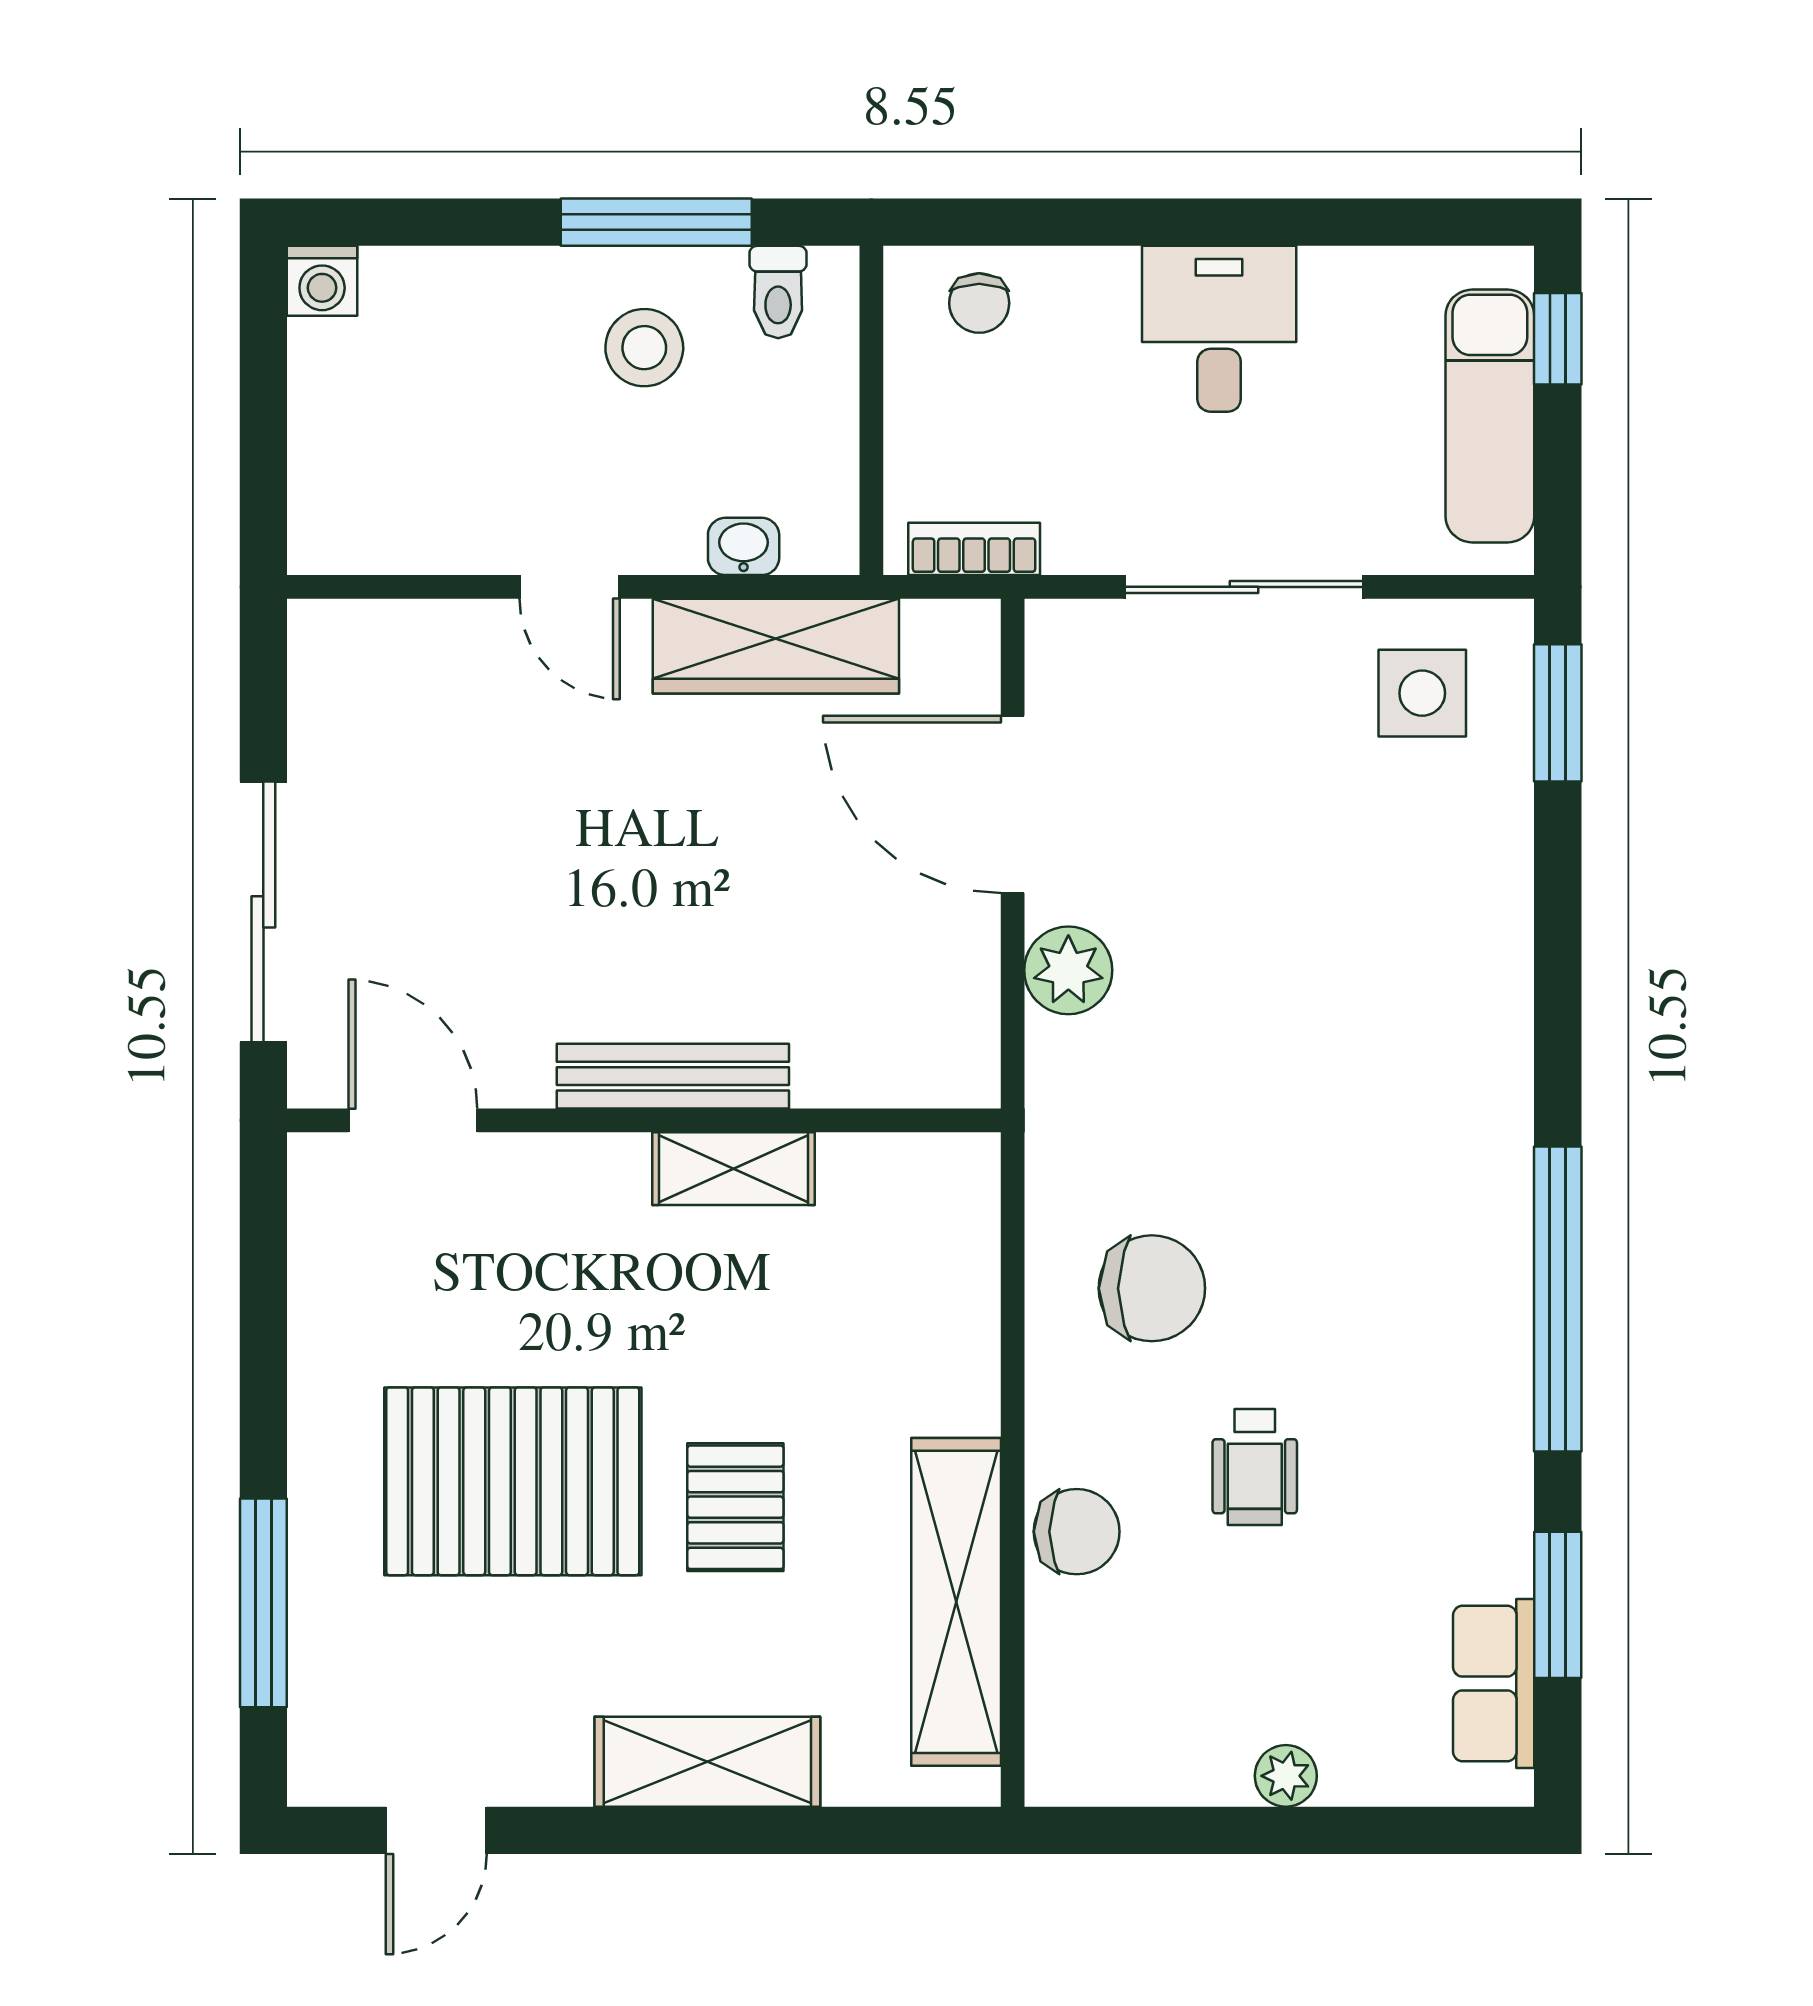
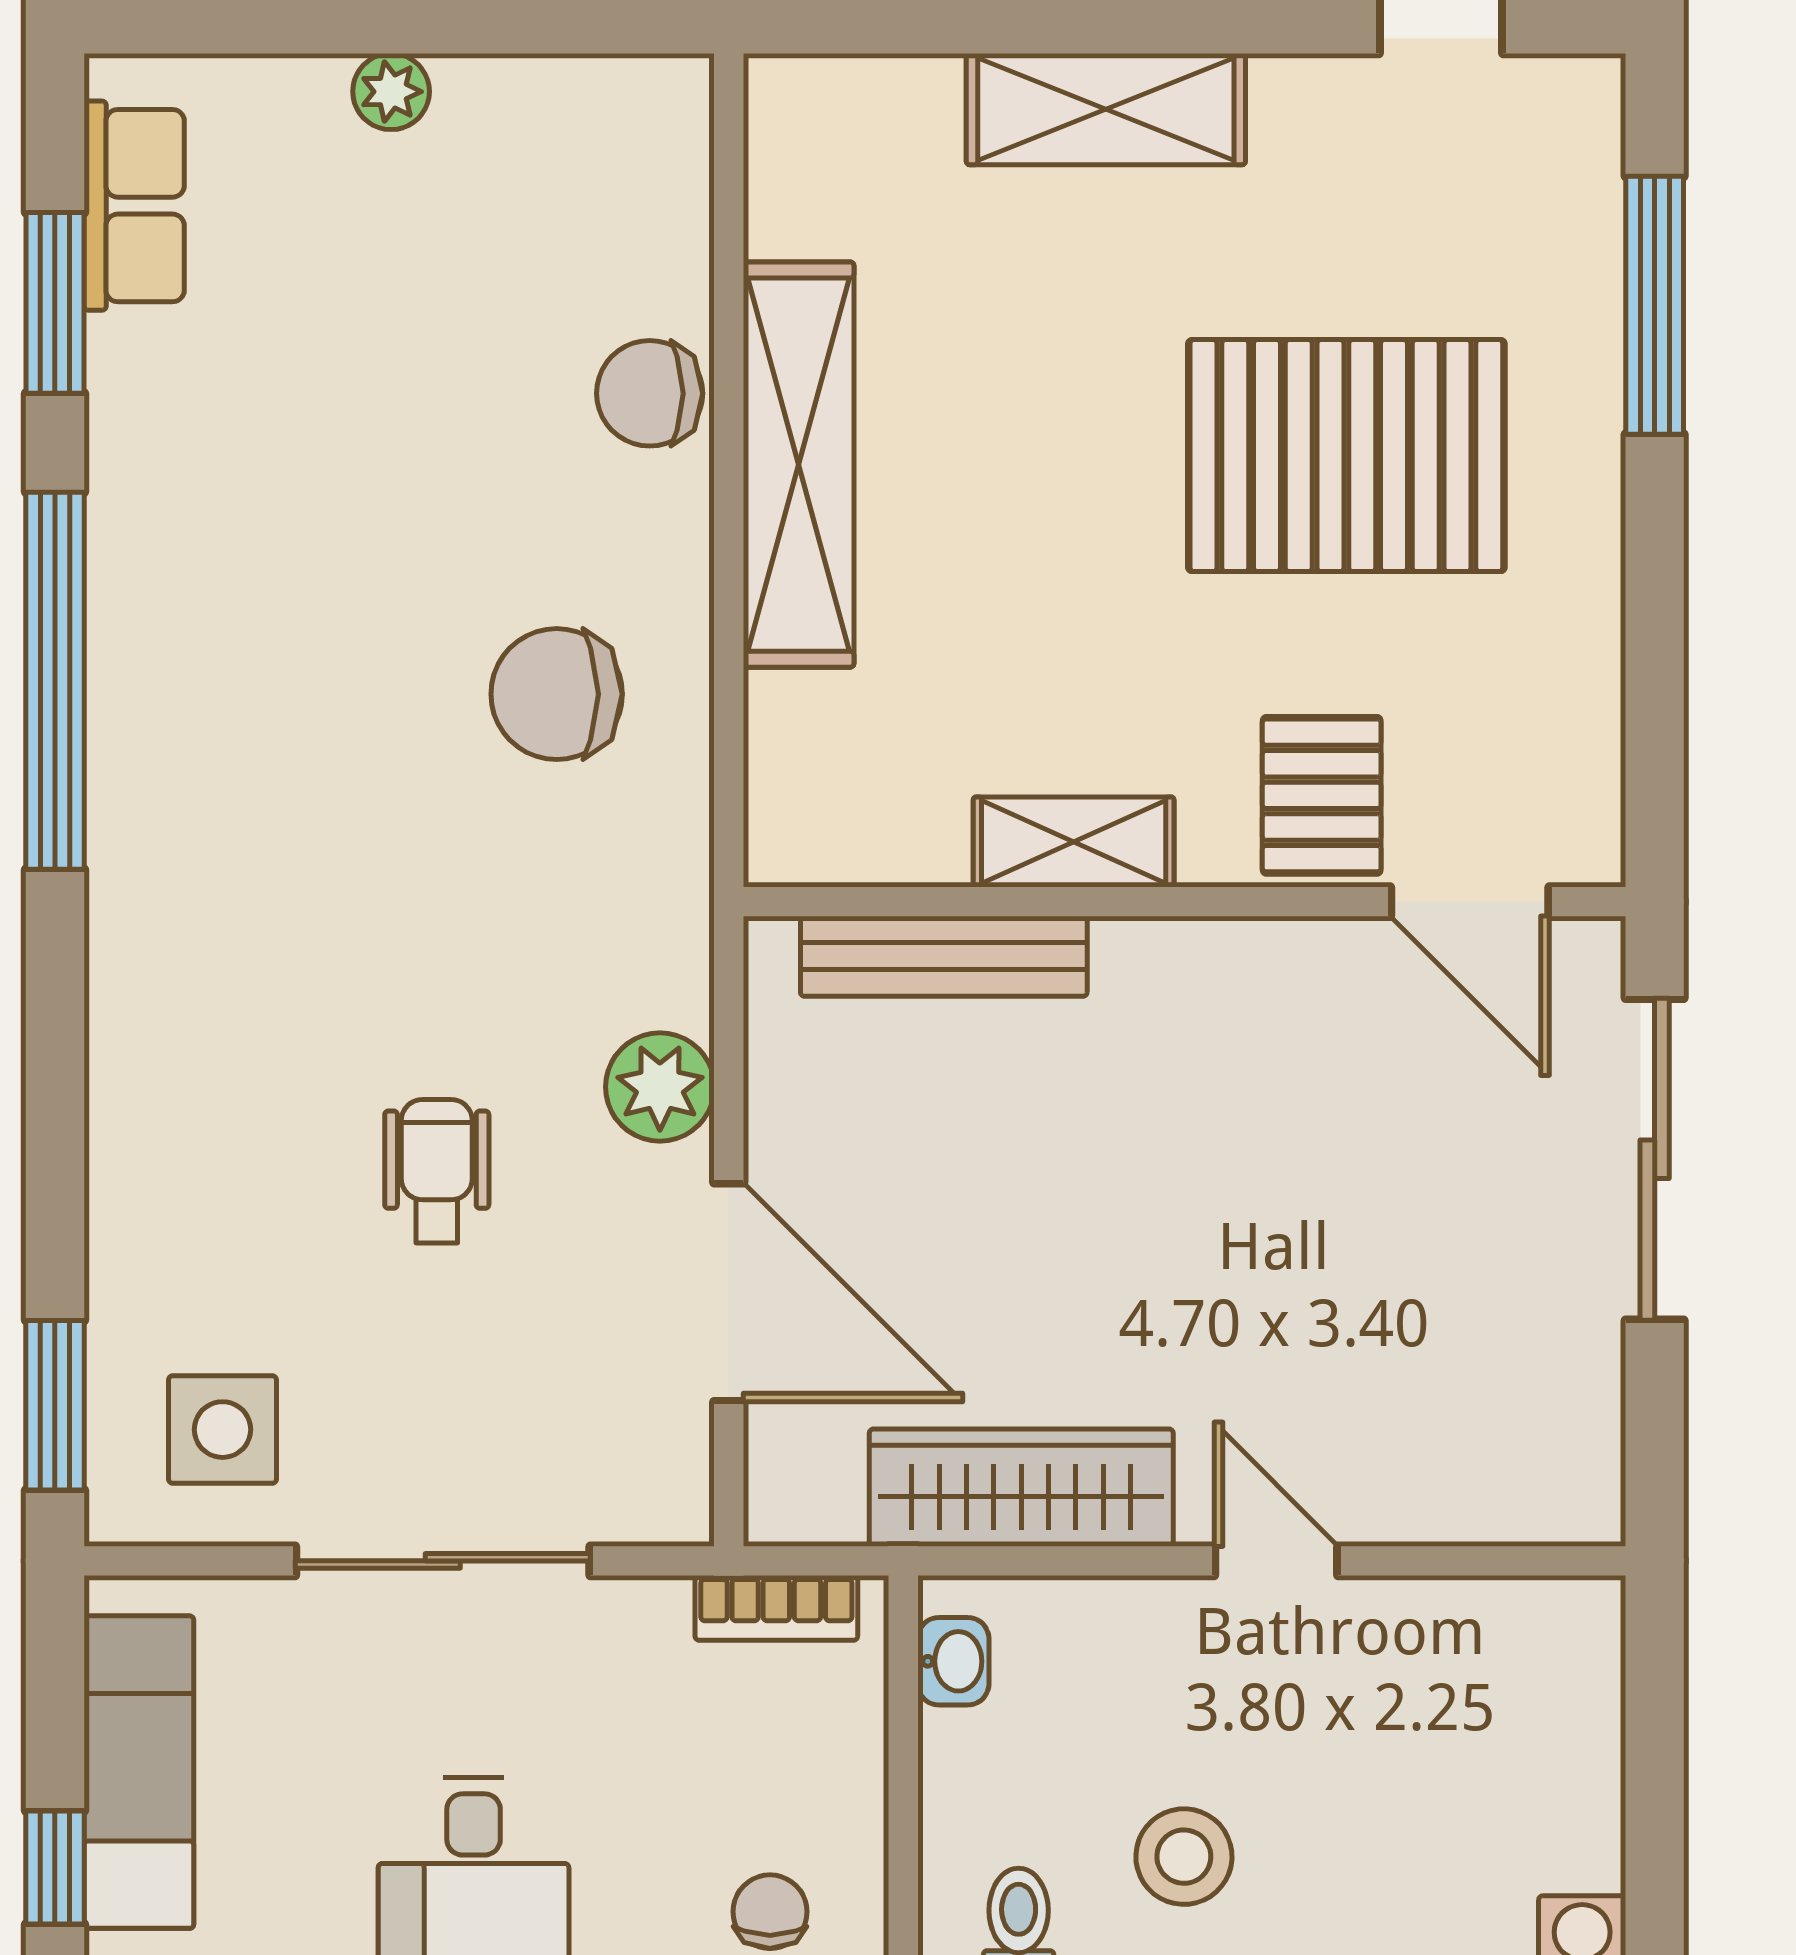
washbasin: (744, 546) -> (953, 1661), moved, turned -90
bench: (673, 1076) -> (944, 956), moved
wheelchair: (1255, 1467) -> (437, 1171), moved
pallet: (735, 1507) -> (1322, 795), moved
shelving: (956, 1602) -> (799, 465), moved

